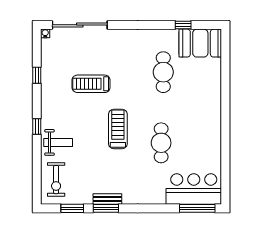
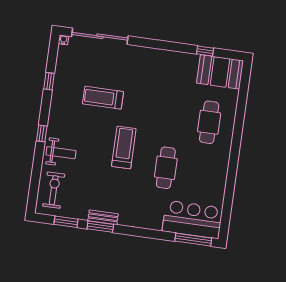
cafe table: (163, 72) -> (209, 122), moved
exercise bike: (56, 180) -> (54, 190), turned 180

